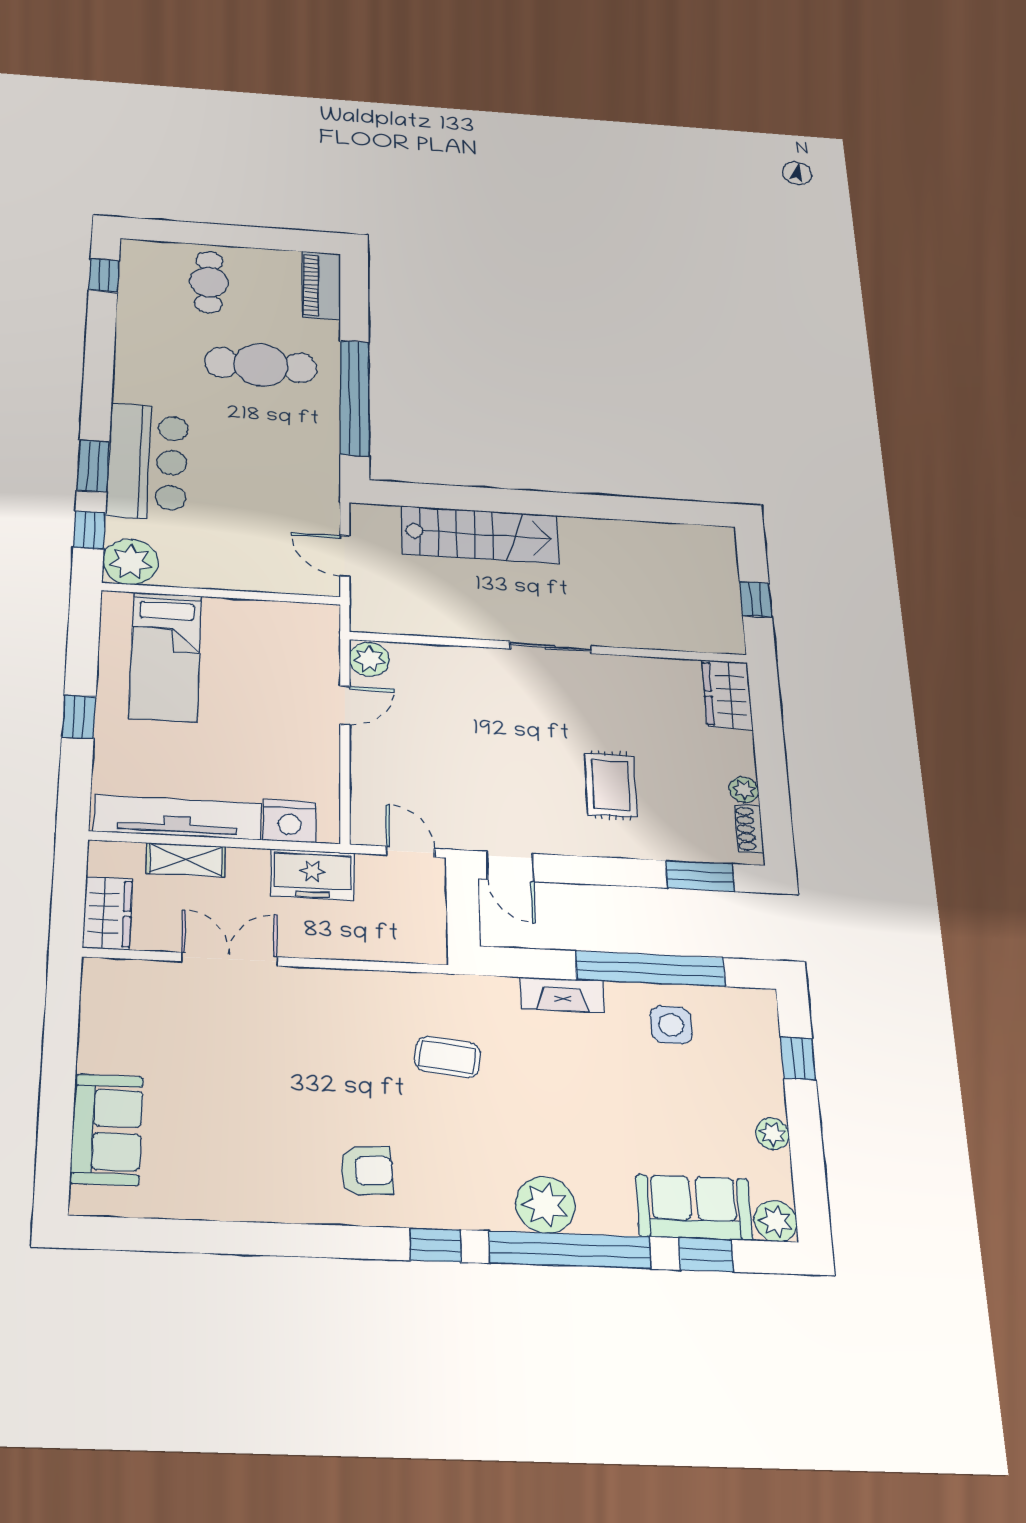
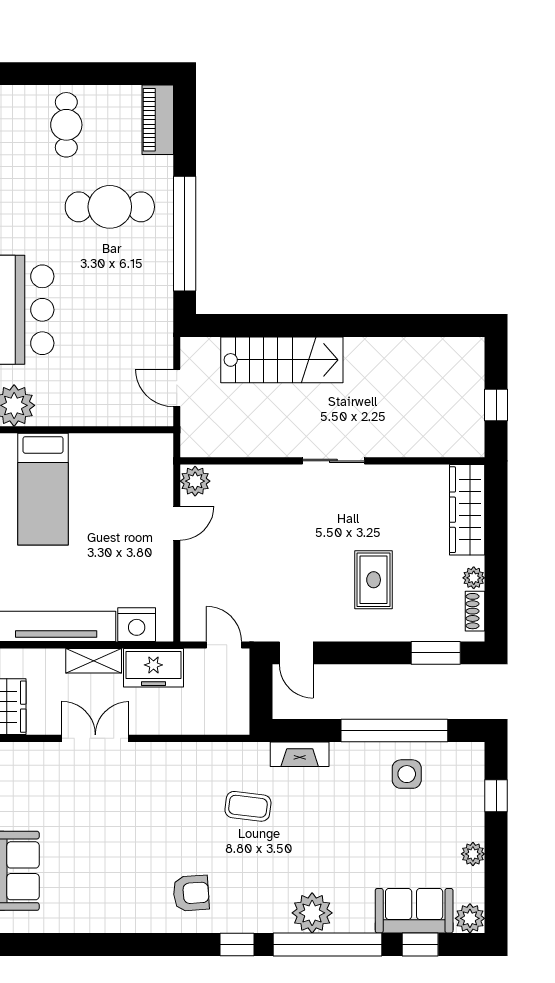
wardrobe: (727, 695) -> (467, 510), width x1.50
shelving: (186, 860) -> (94, 661), moved
fireplace: (562, 995) -> (300, 754), moved

